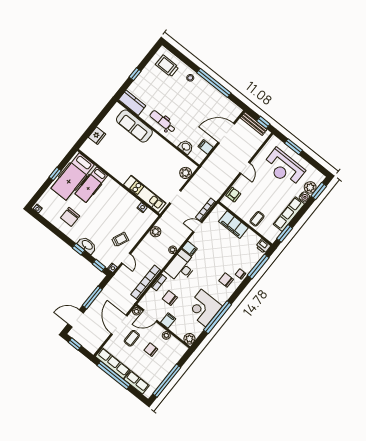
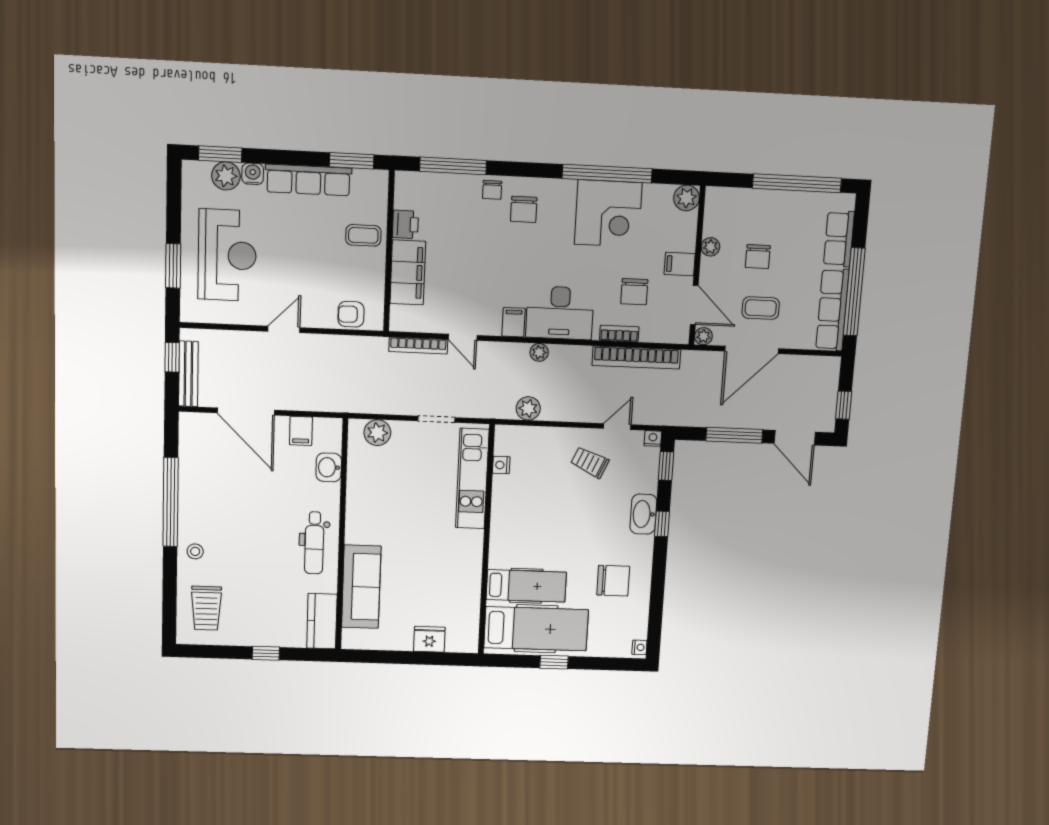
printer: (263, 246) -> (405, 224), moved

